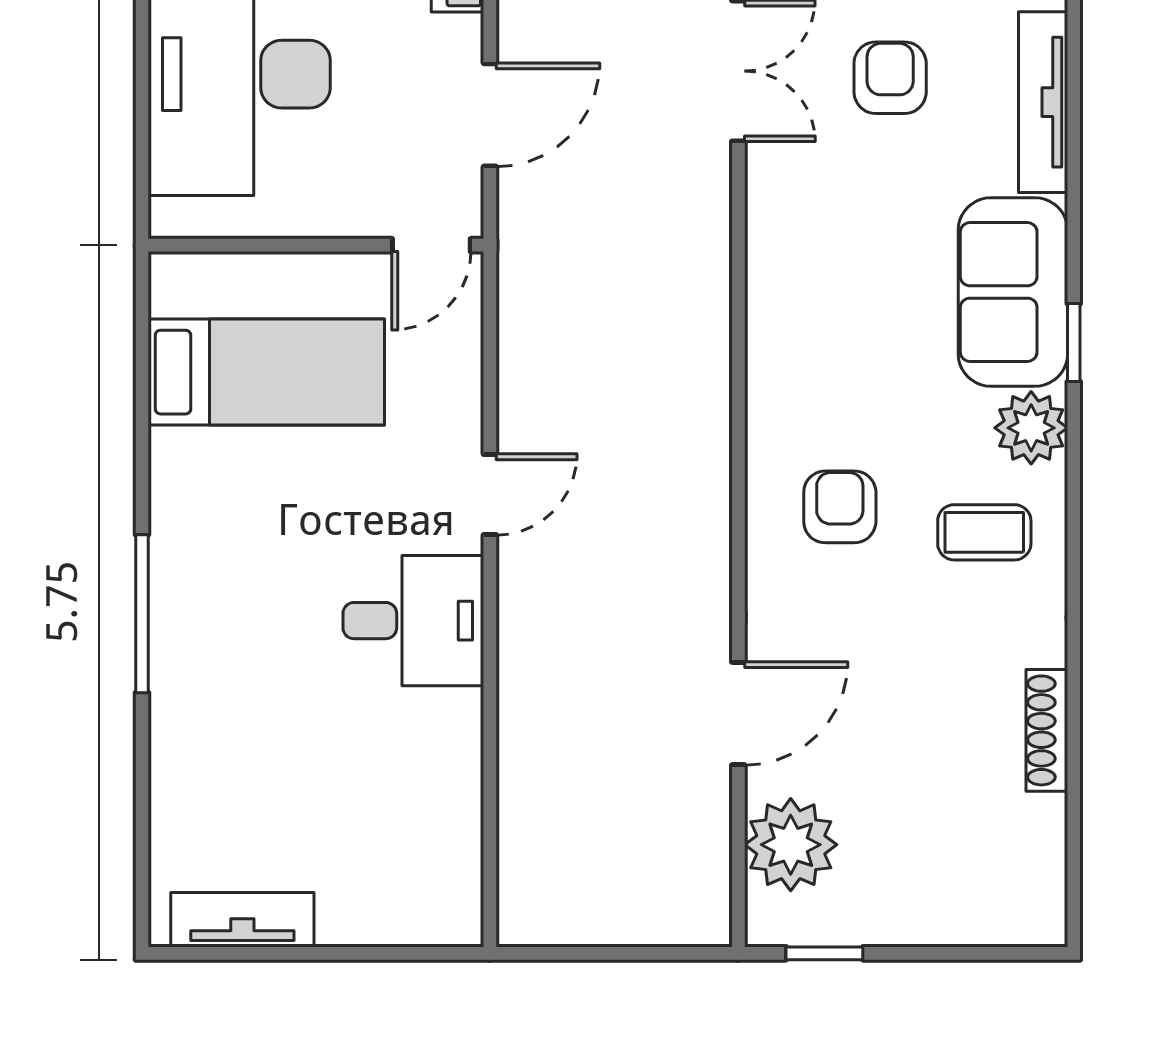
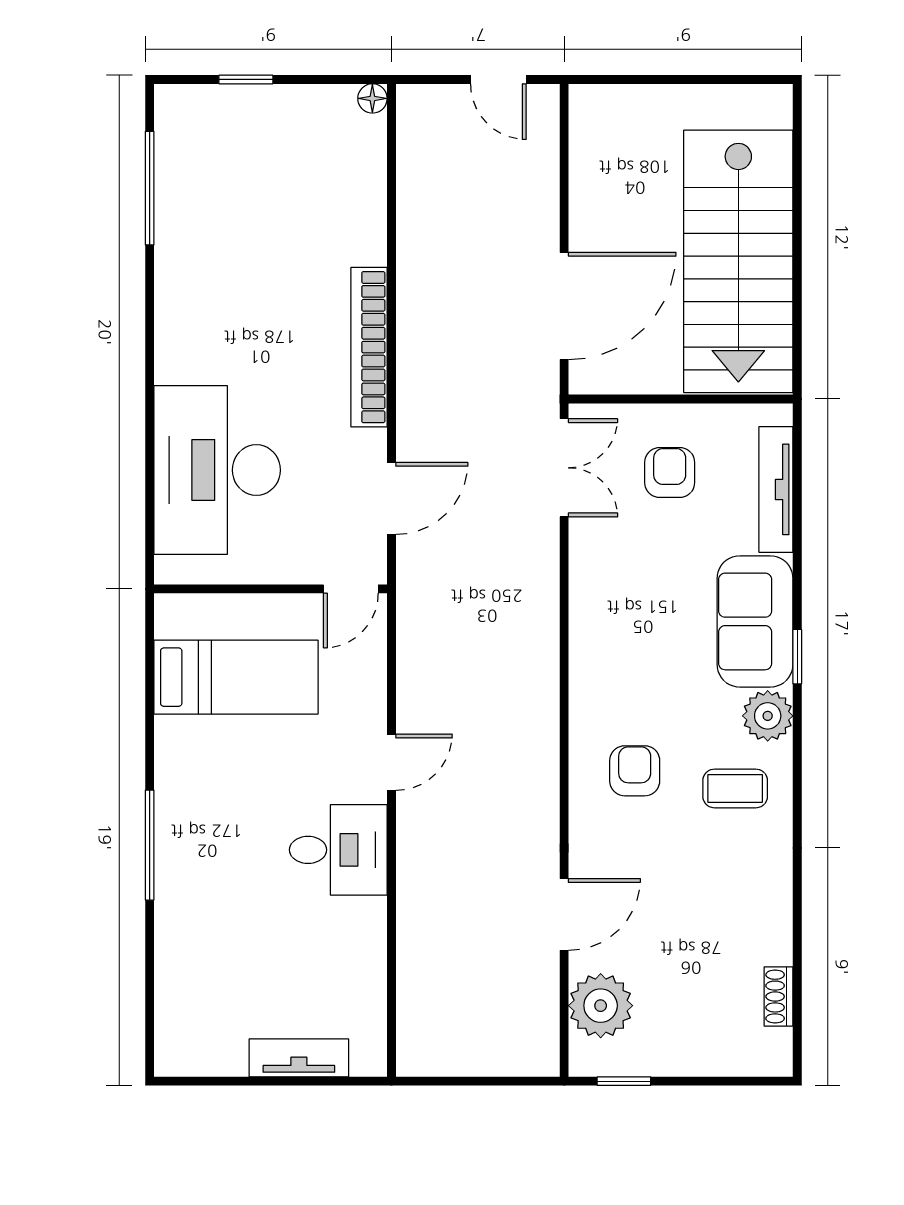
shoe rack: (1047, 730) -> (779, 997), moved, width x0.70
tv unit: (242, 920) -> (299, 1058), moved

